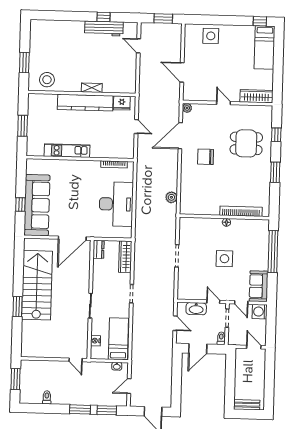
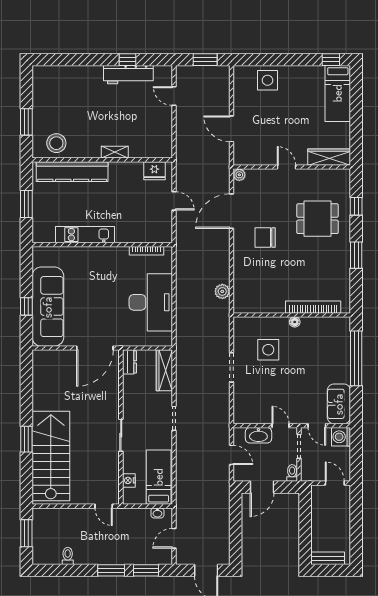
kitchen counter: (85, 103) -> (72, 172), moved
side table: (224, 259) -> (268, 350), moved
stairs: (37, 285) -> (51, 456), moved

